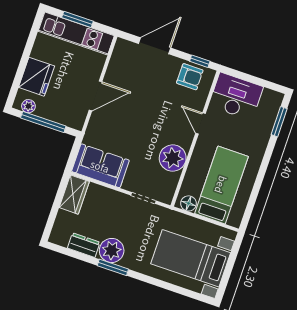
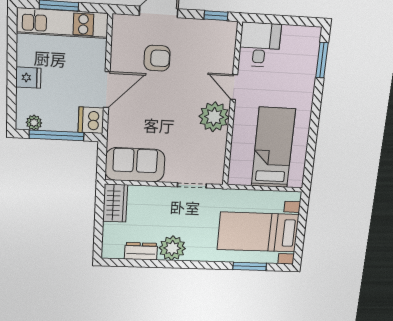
fridge: (37, 77) -> (28, 78), width x0.53, depth x0.75
armchair: (190, 77) -> (157, 58), moved
desk: (236, 96) -> (260, 45), width x0.73
dishwasher: (75, 117) -> (91, 120), added
plant: (173, 158) -> (214, 117), moved
floor lamp: (188, 203) -> (242, 177), removed
window: (113, 267) -> (250, 266), moved

